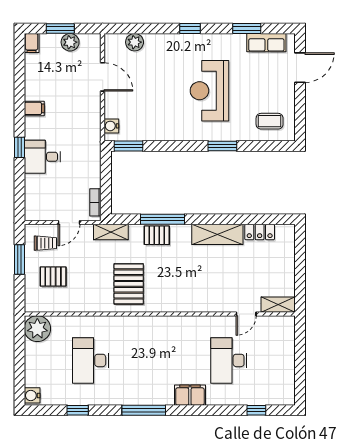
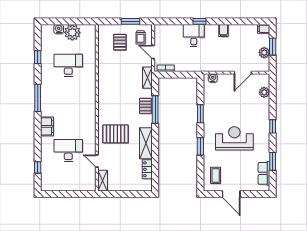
door: (300, 68) -> (231, 194), moved
window: (128, 146) -> (200, 114), moved
pallet: (129, 284) -> (116, 134), moved
plant: (37, 329) -> (72, 32), moved
water cooler: (32, 395) -> (59, 29), moved

